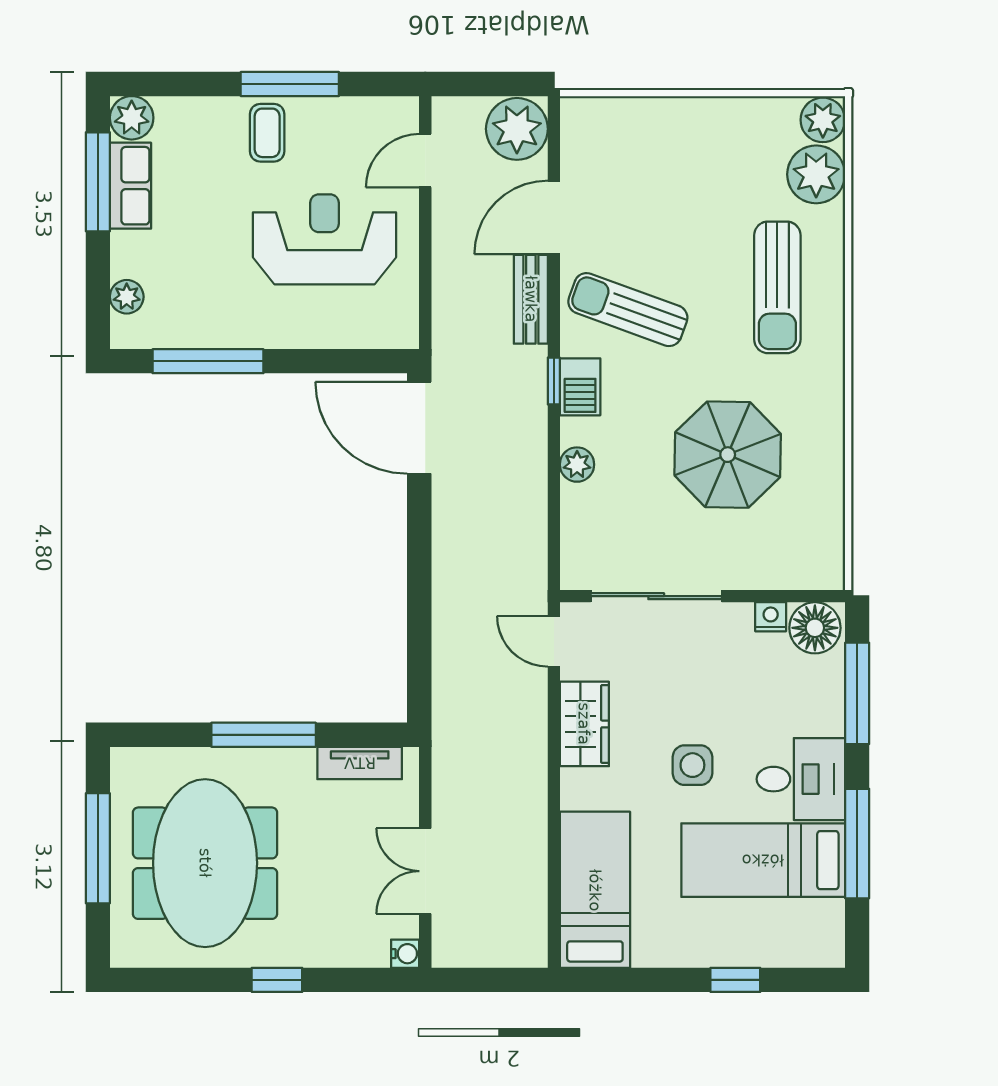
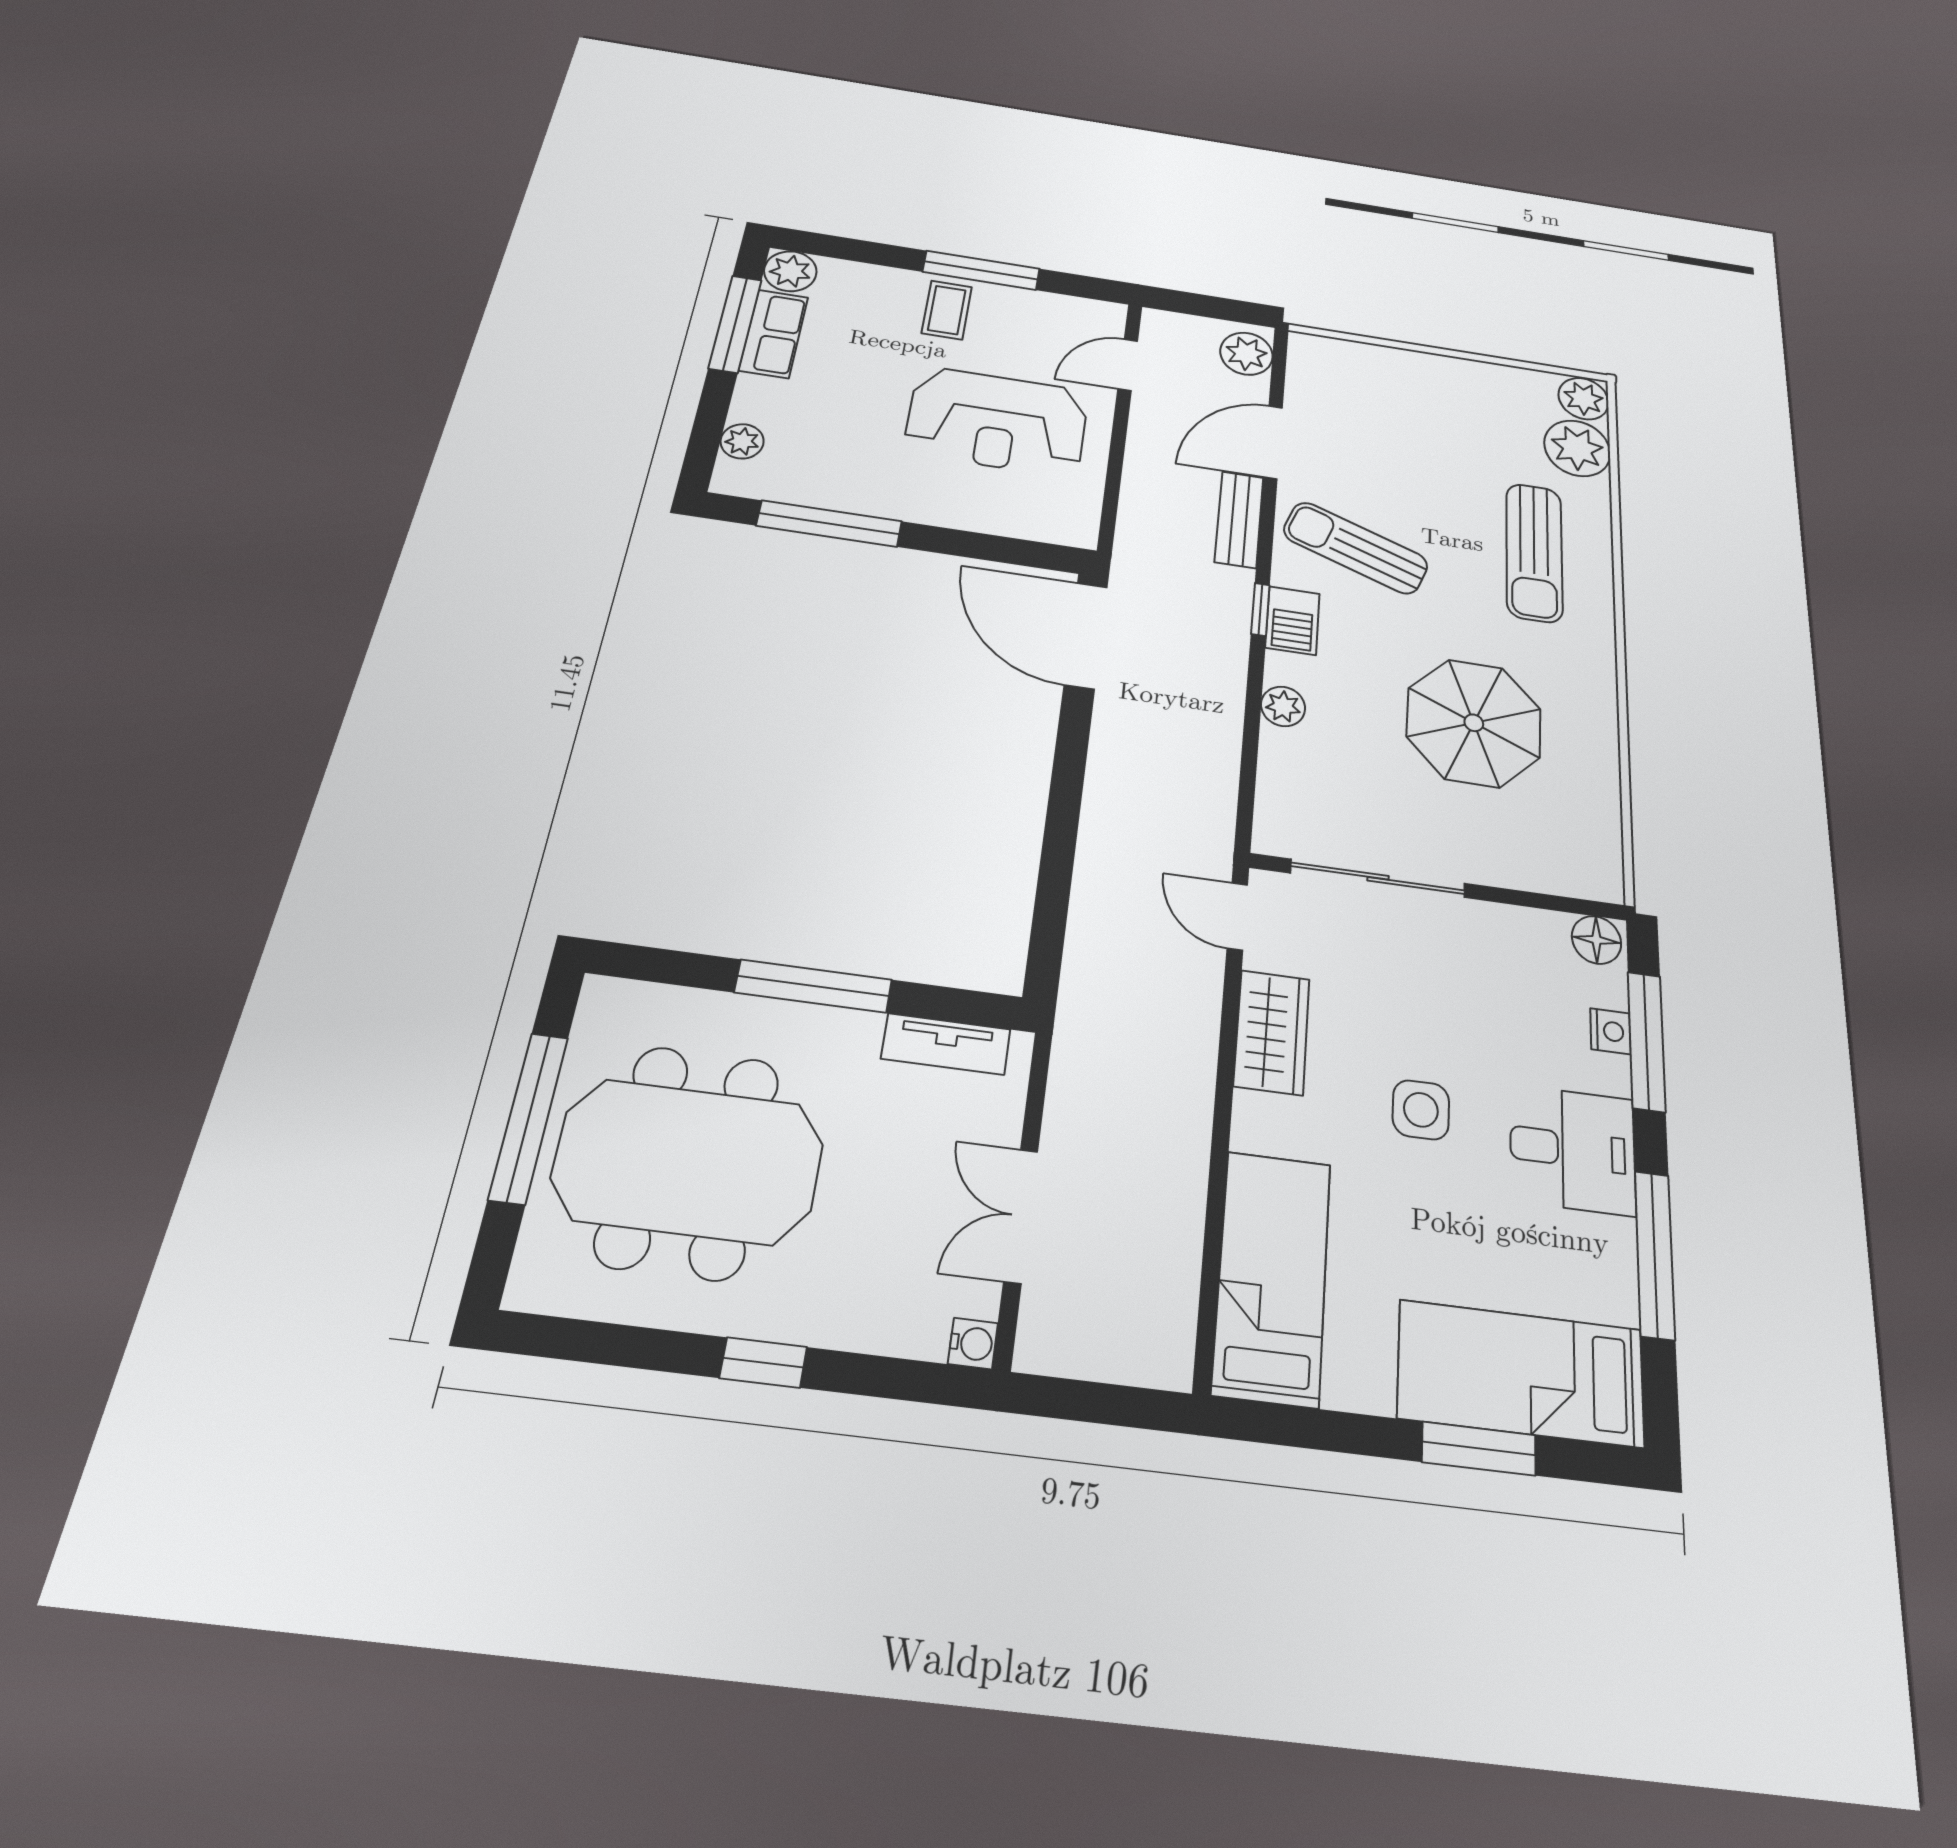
plant: (517, 129) -> (1246, 354), width x0.73, depth x0.73
reception desk: (324, 239) -> (997, 421), turned 180
nightstand: (771, 617) -> (1610, 1031), moved, turned 90
floor lamp: (815, 628) -> (1596, 940), width x0.73, depth x0.73
bed: (763, 860) -> (1521, 1373), moved
meeting table: (205, 863) -> (688, 1161), turned 90
window: (735, 980) -> (1479, 1449), width x1.50

